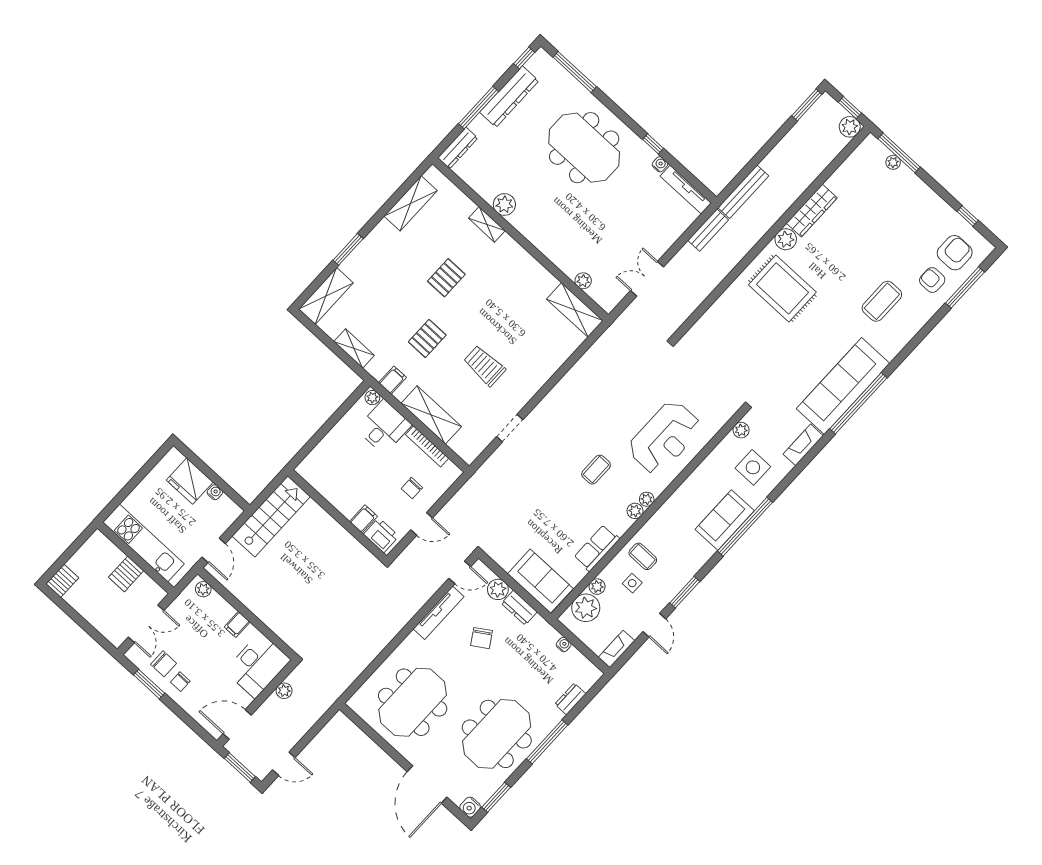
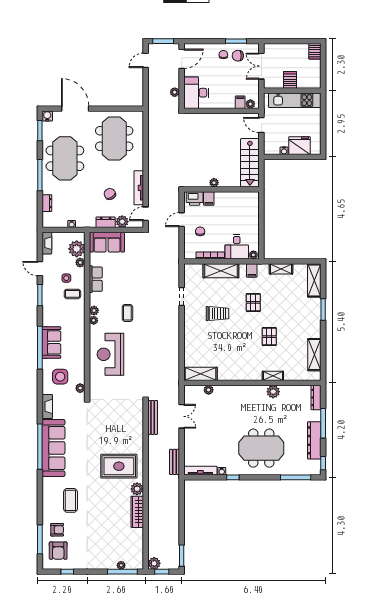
bench: (743, 192) -> (153, 417), moved
plant: (339, 533) -> (214, 183), added
filing cabinet: (237, 624) -> (240, 102), moved

